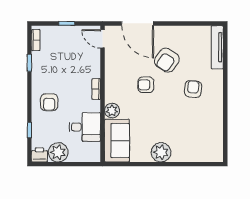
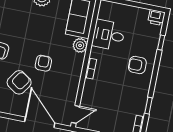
door: (102, 39) -> (75, 114), hinge flipped
armchair: (146, 85) -> (43, 63), turned -90
armchair: (49, 102) -> (137, 65), turned -90
plant: (58, 152) -> (138, 16), removed

